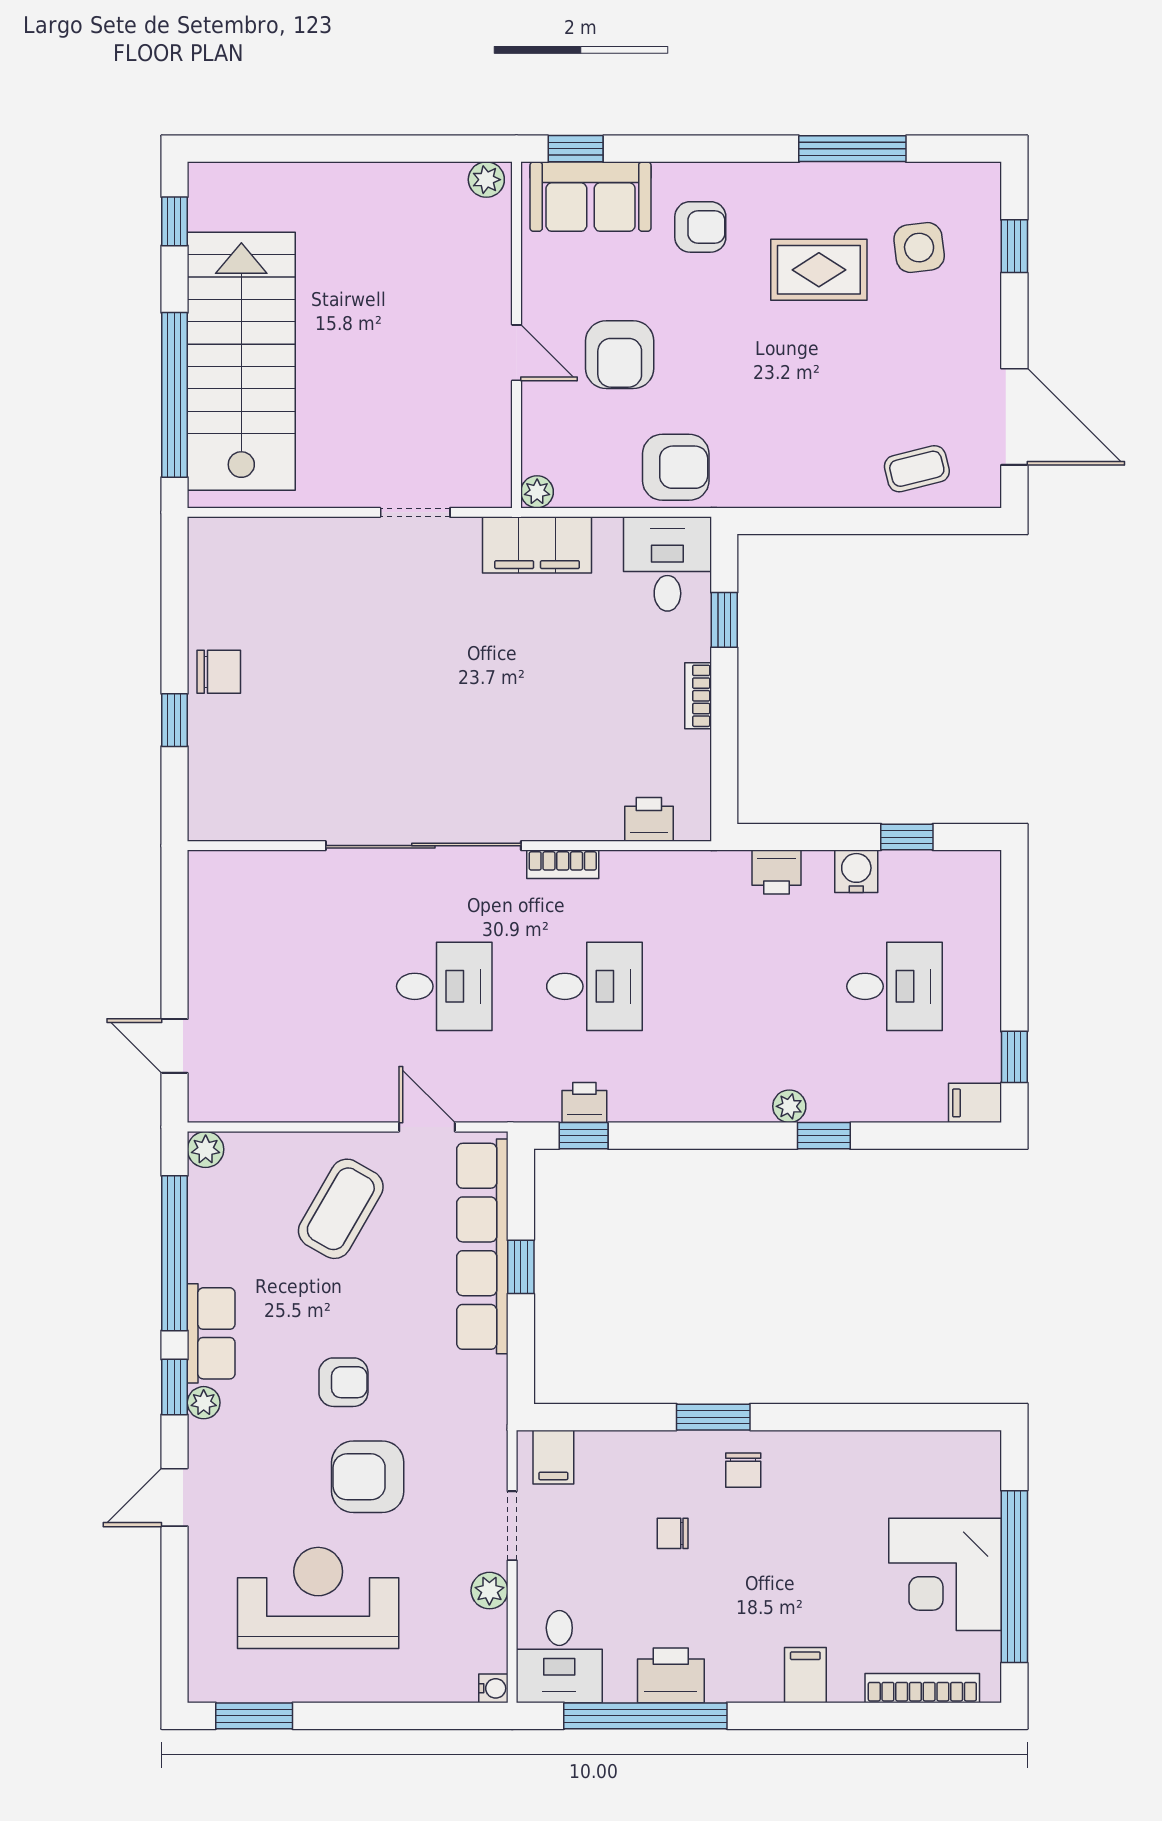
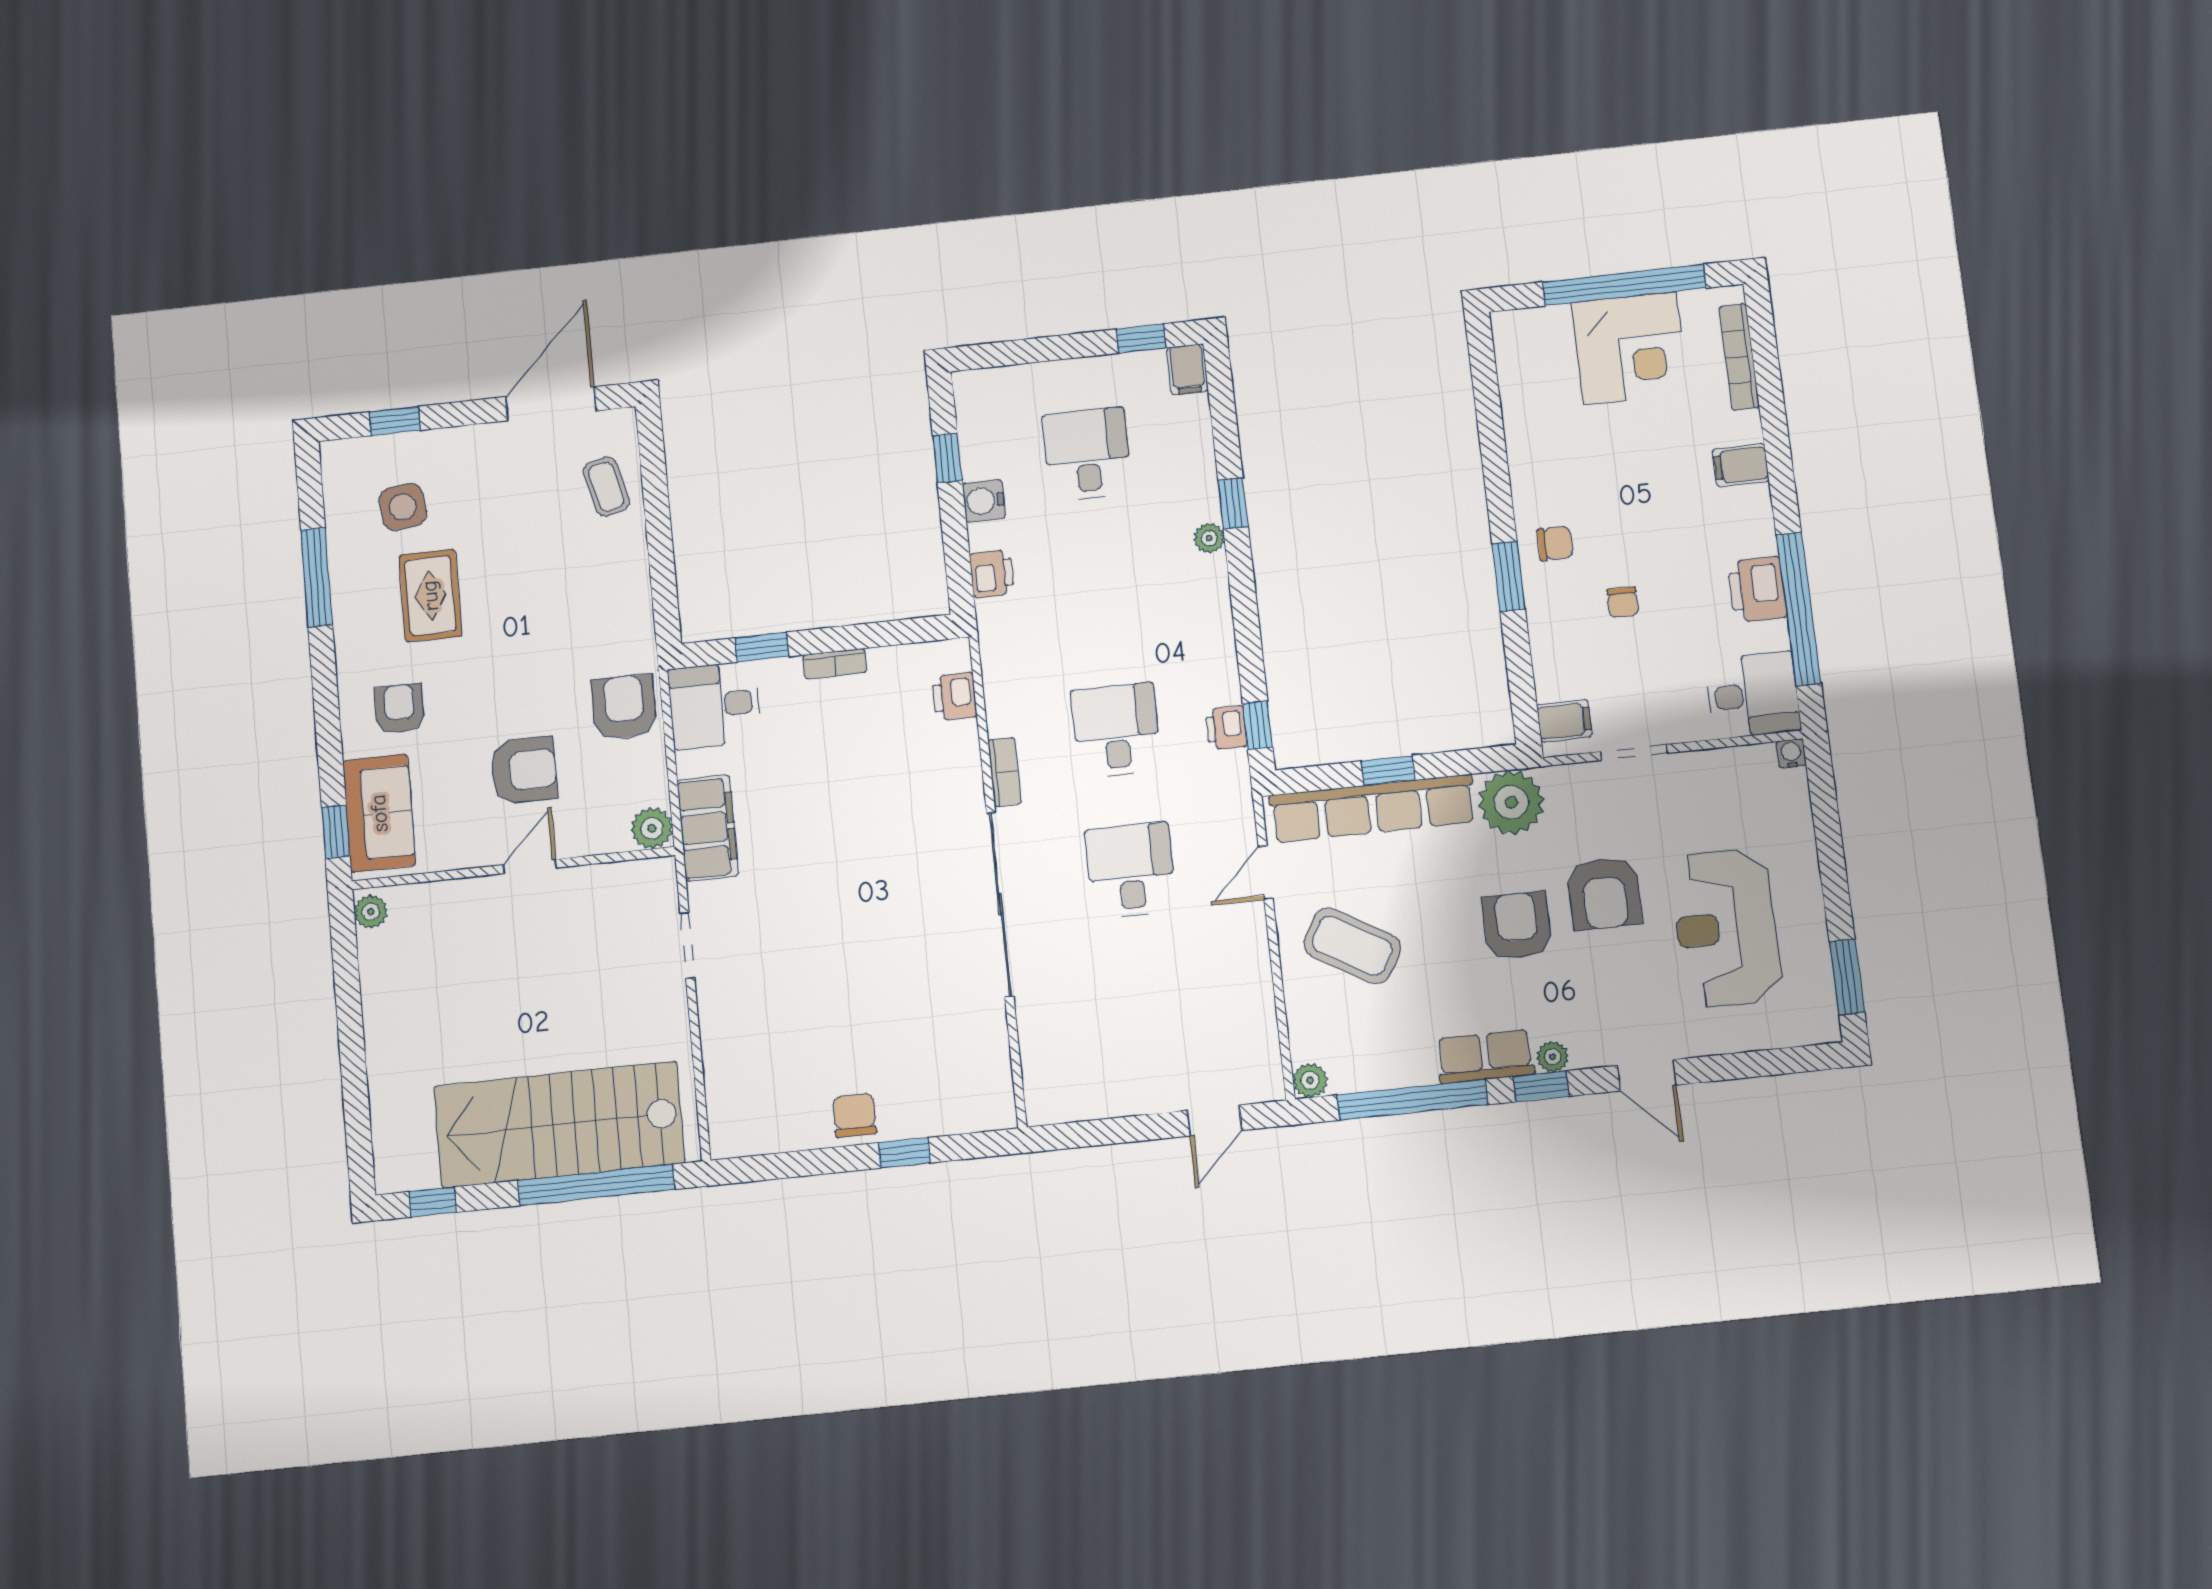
plant: (537, 492) -> (652, 828), width x1.38, depth x1.38
armchair: (343, 1382) -> (1517, 926), width x1.38, depth x1.38
plant: (489, 1591) -> (1511, 802), moved, width x1.87, depth x1.87

